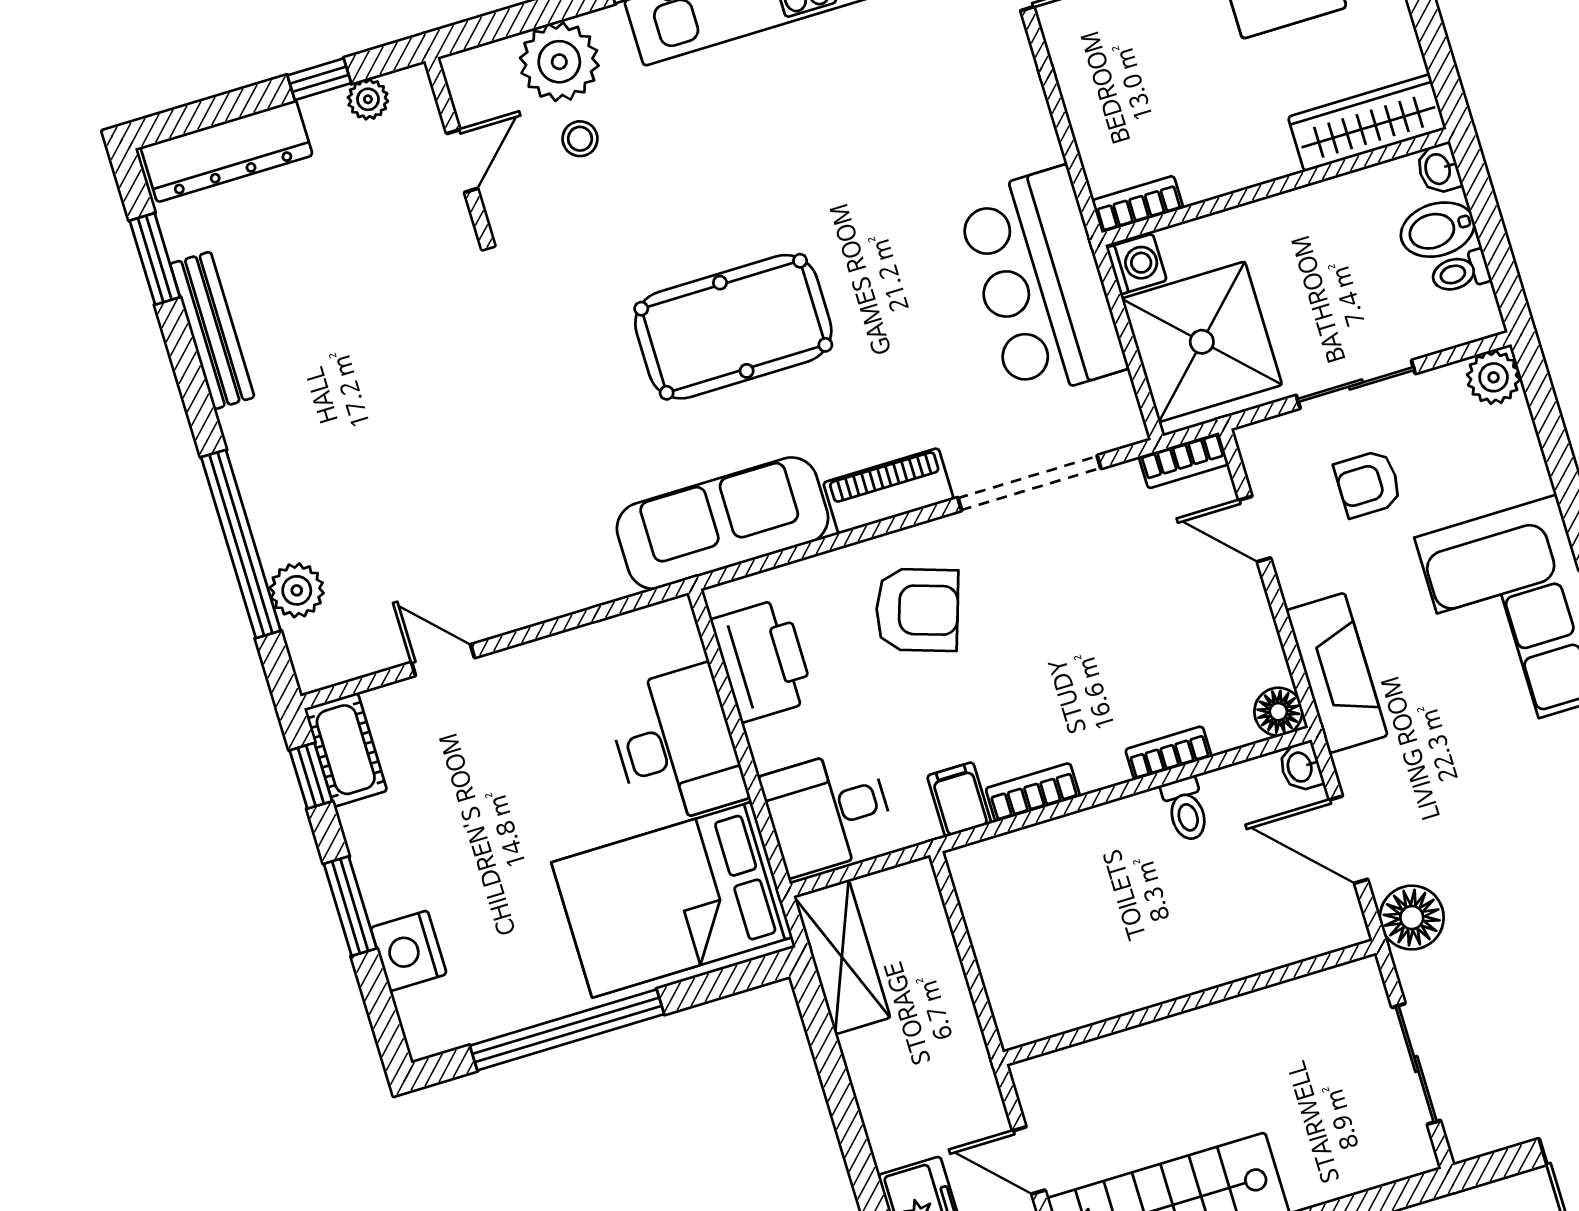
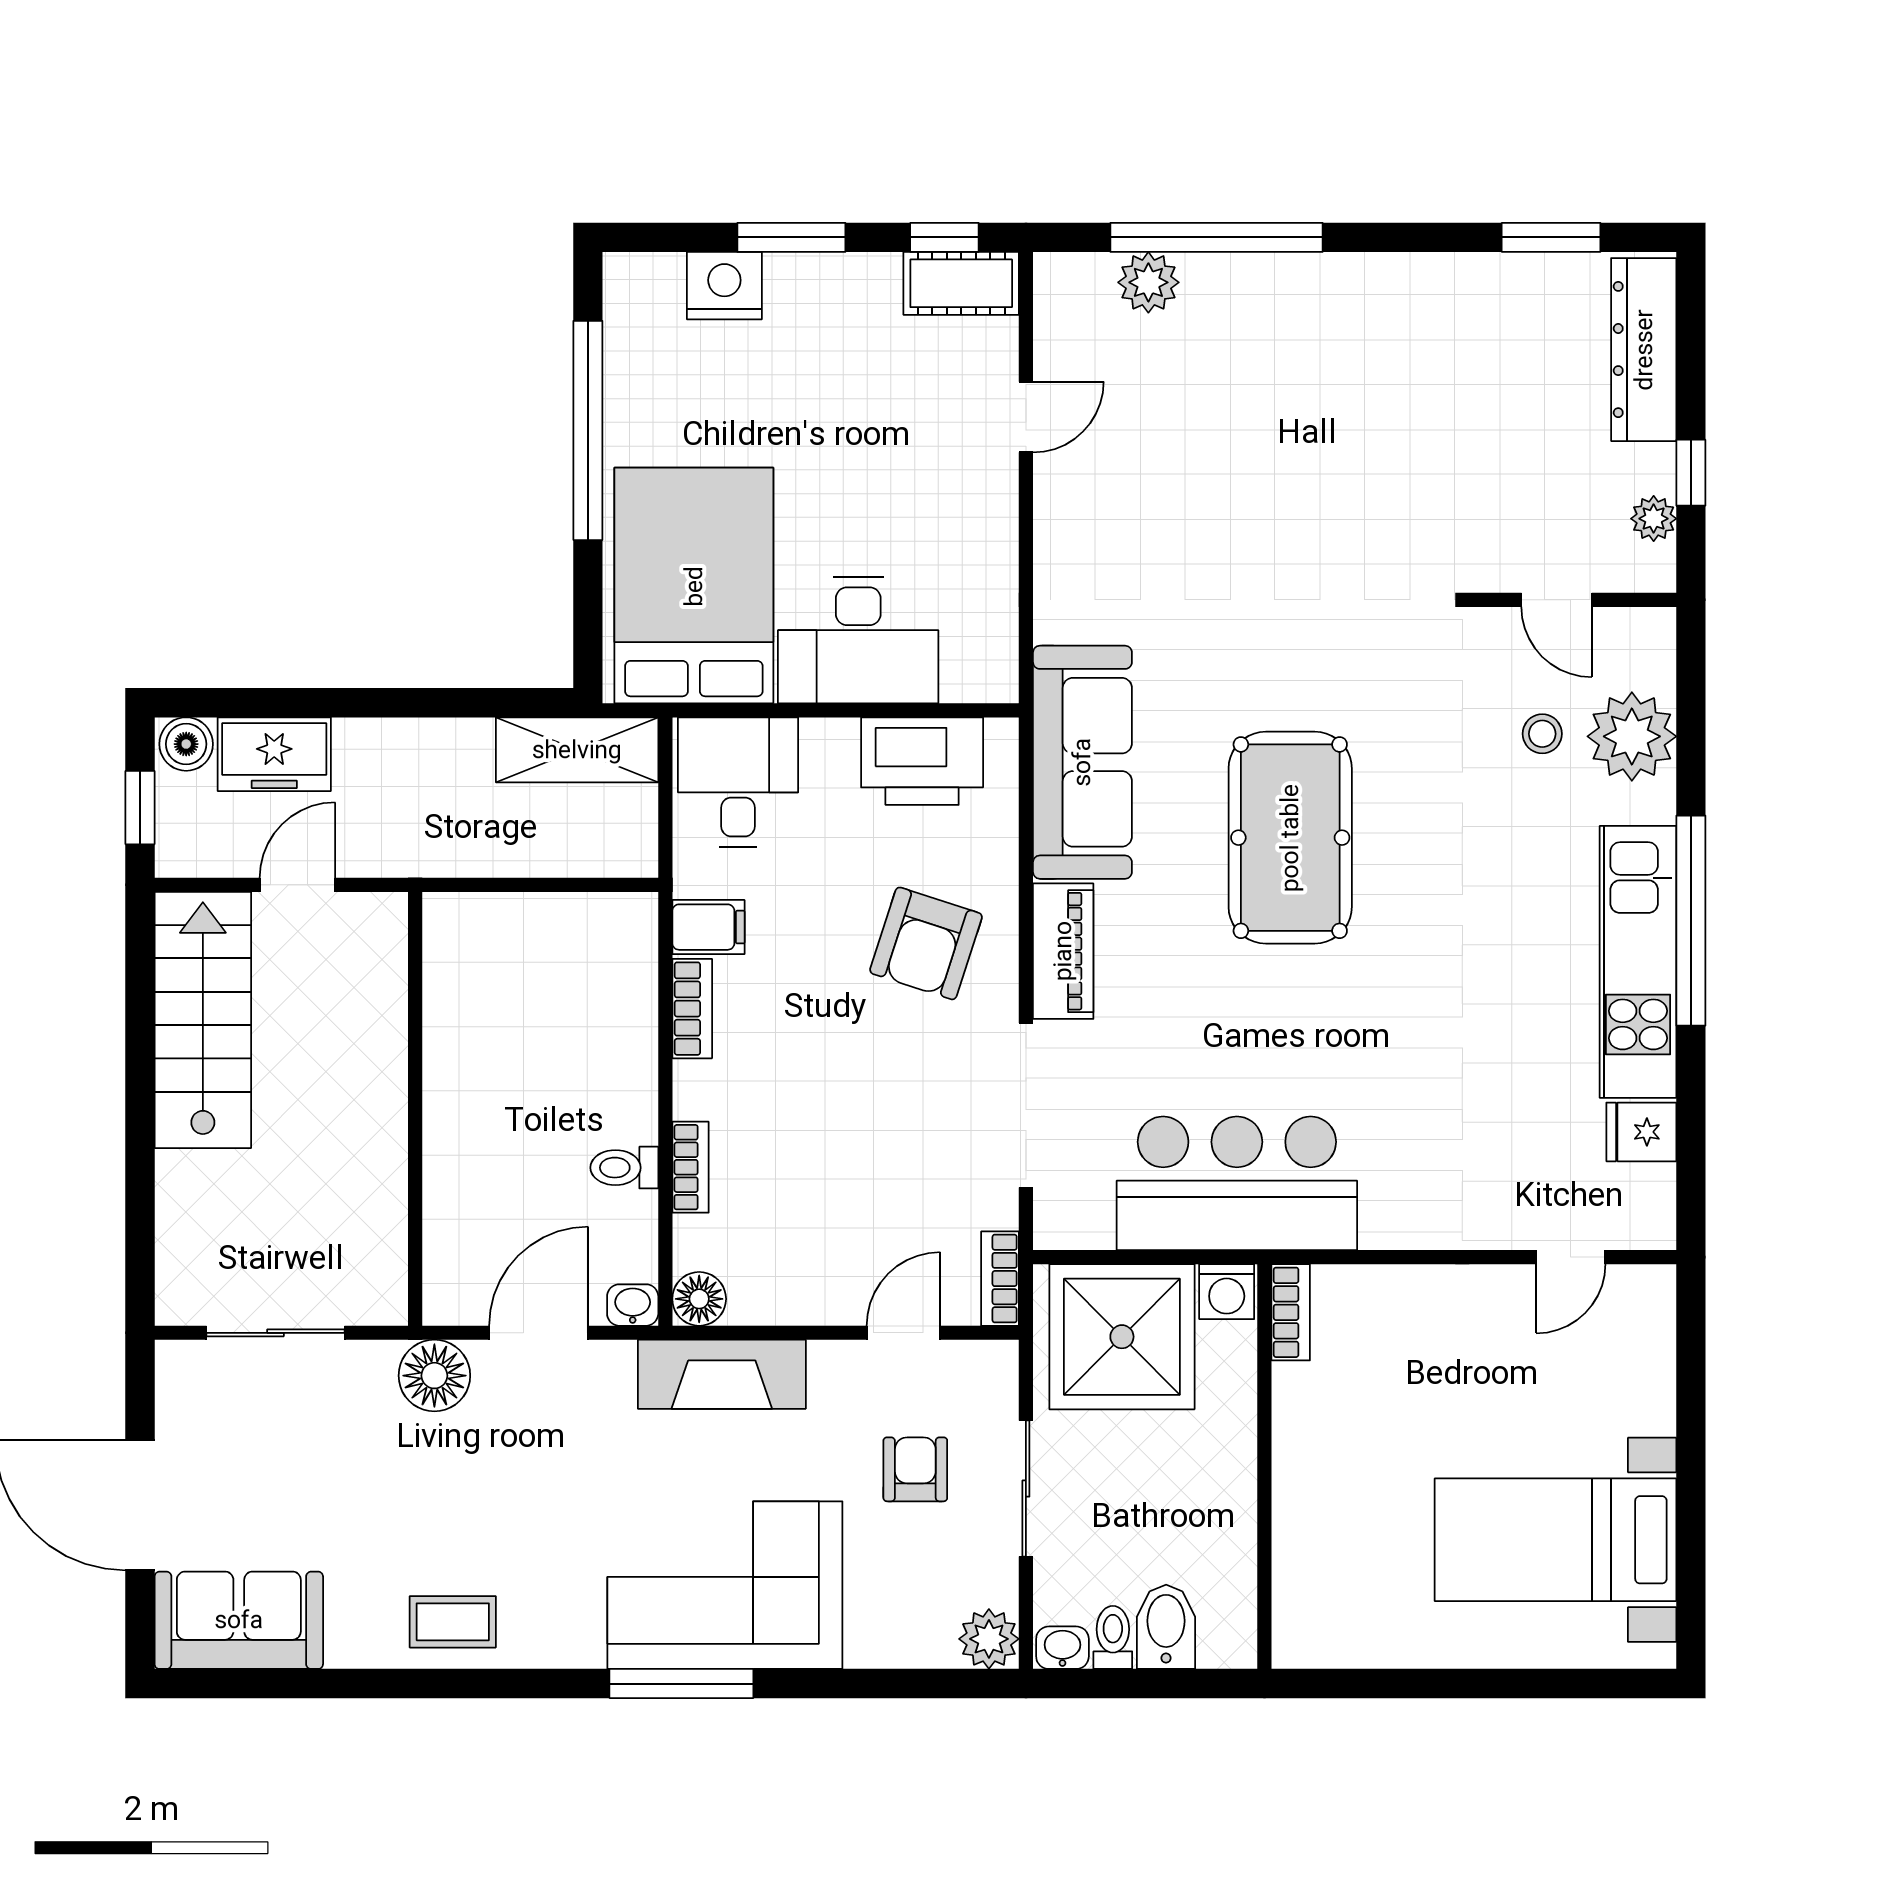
wardrobe: (1367, 123) -> (1304, 1586), removed
washbasin: (1439, 169) -> (1062, 1648), moved
bench: (212, 330) -> (1455, 276), removed

